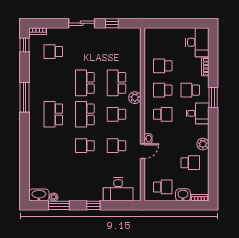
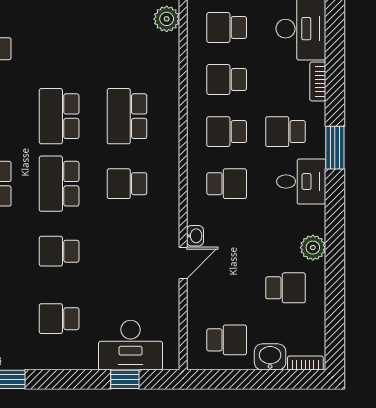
school desk: (163, 42) -> (227, 27), added
plant: (135, 98) -> (167, 19), moved
school desk: (116, 146) -> (59, 319), moved
window: (93, 205) -> (125, 379), moved

